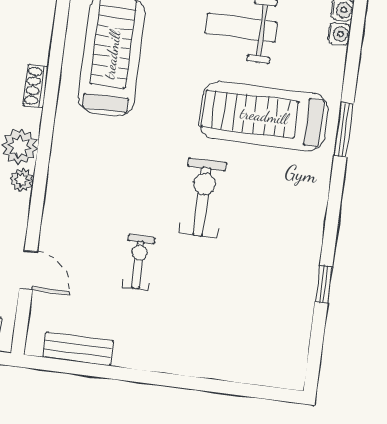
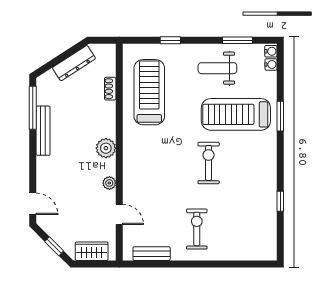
shoe rack: (36, 86) -> (110, 89), moved
plant: (22, 180) -> (109, 183), moved
exercise bike: (138, 262) -> (197, 229), moved, width x1.38, depth x1.39

